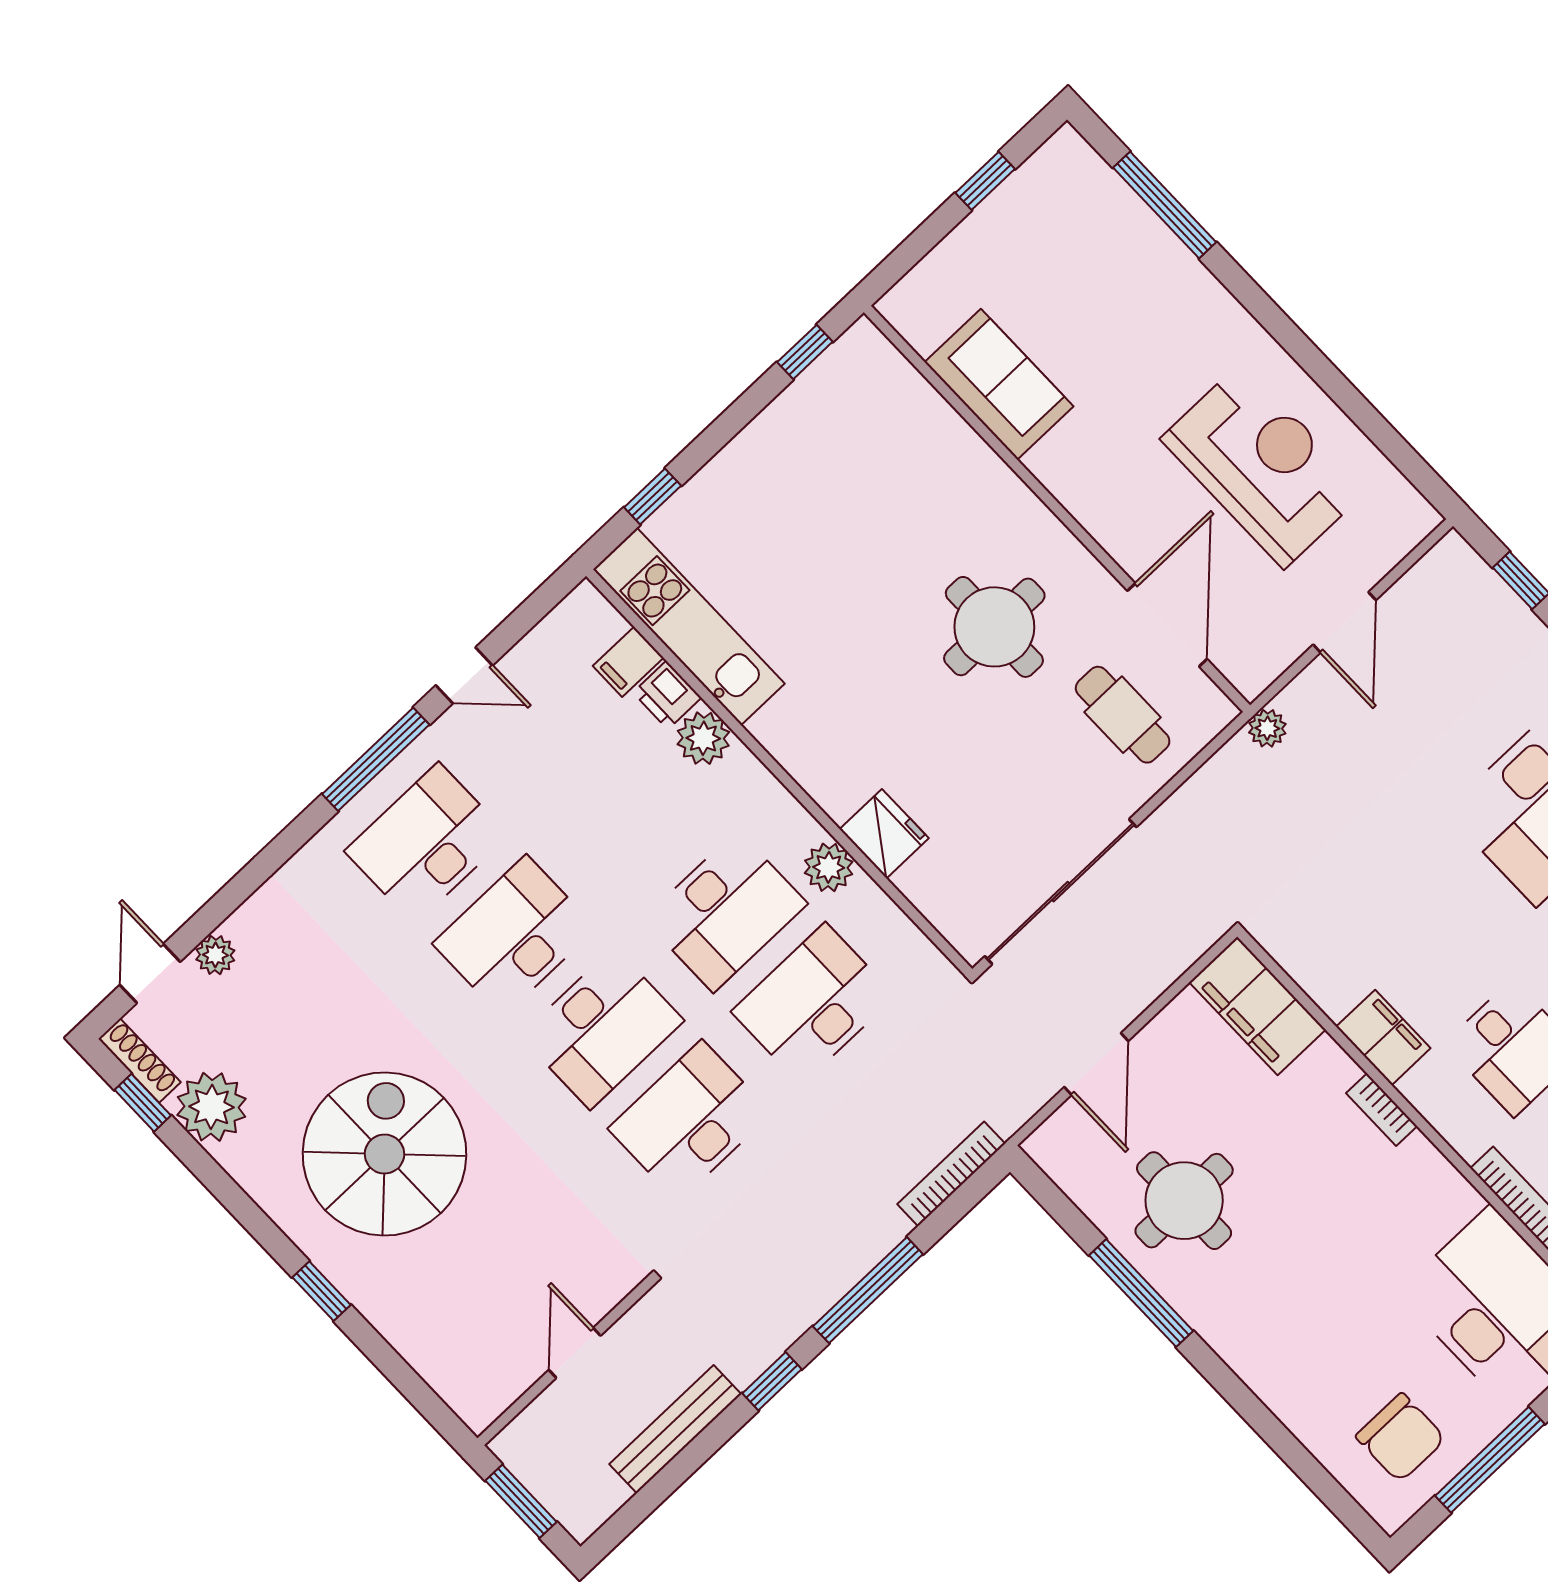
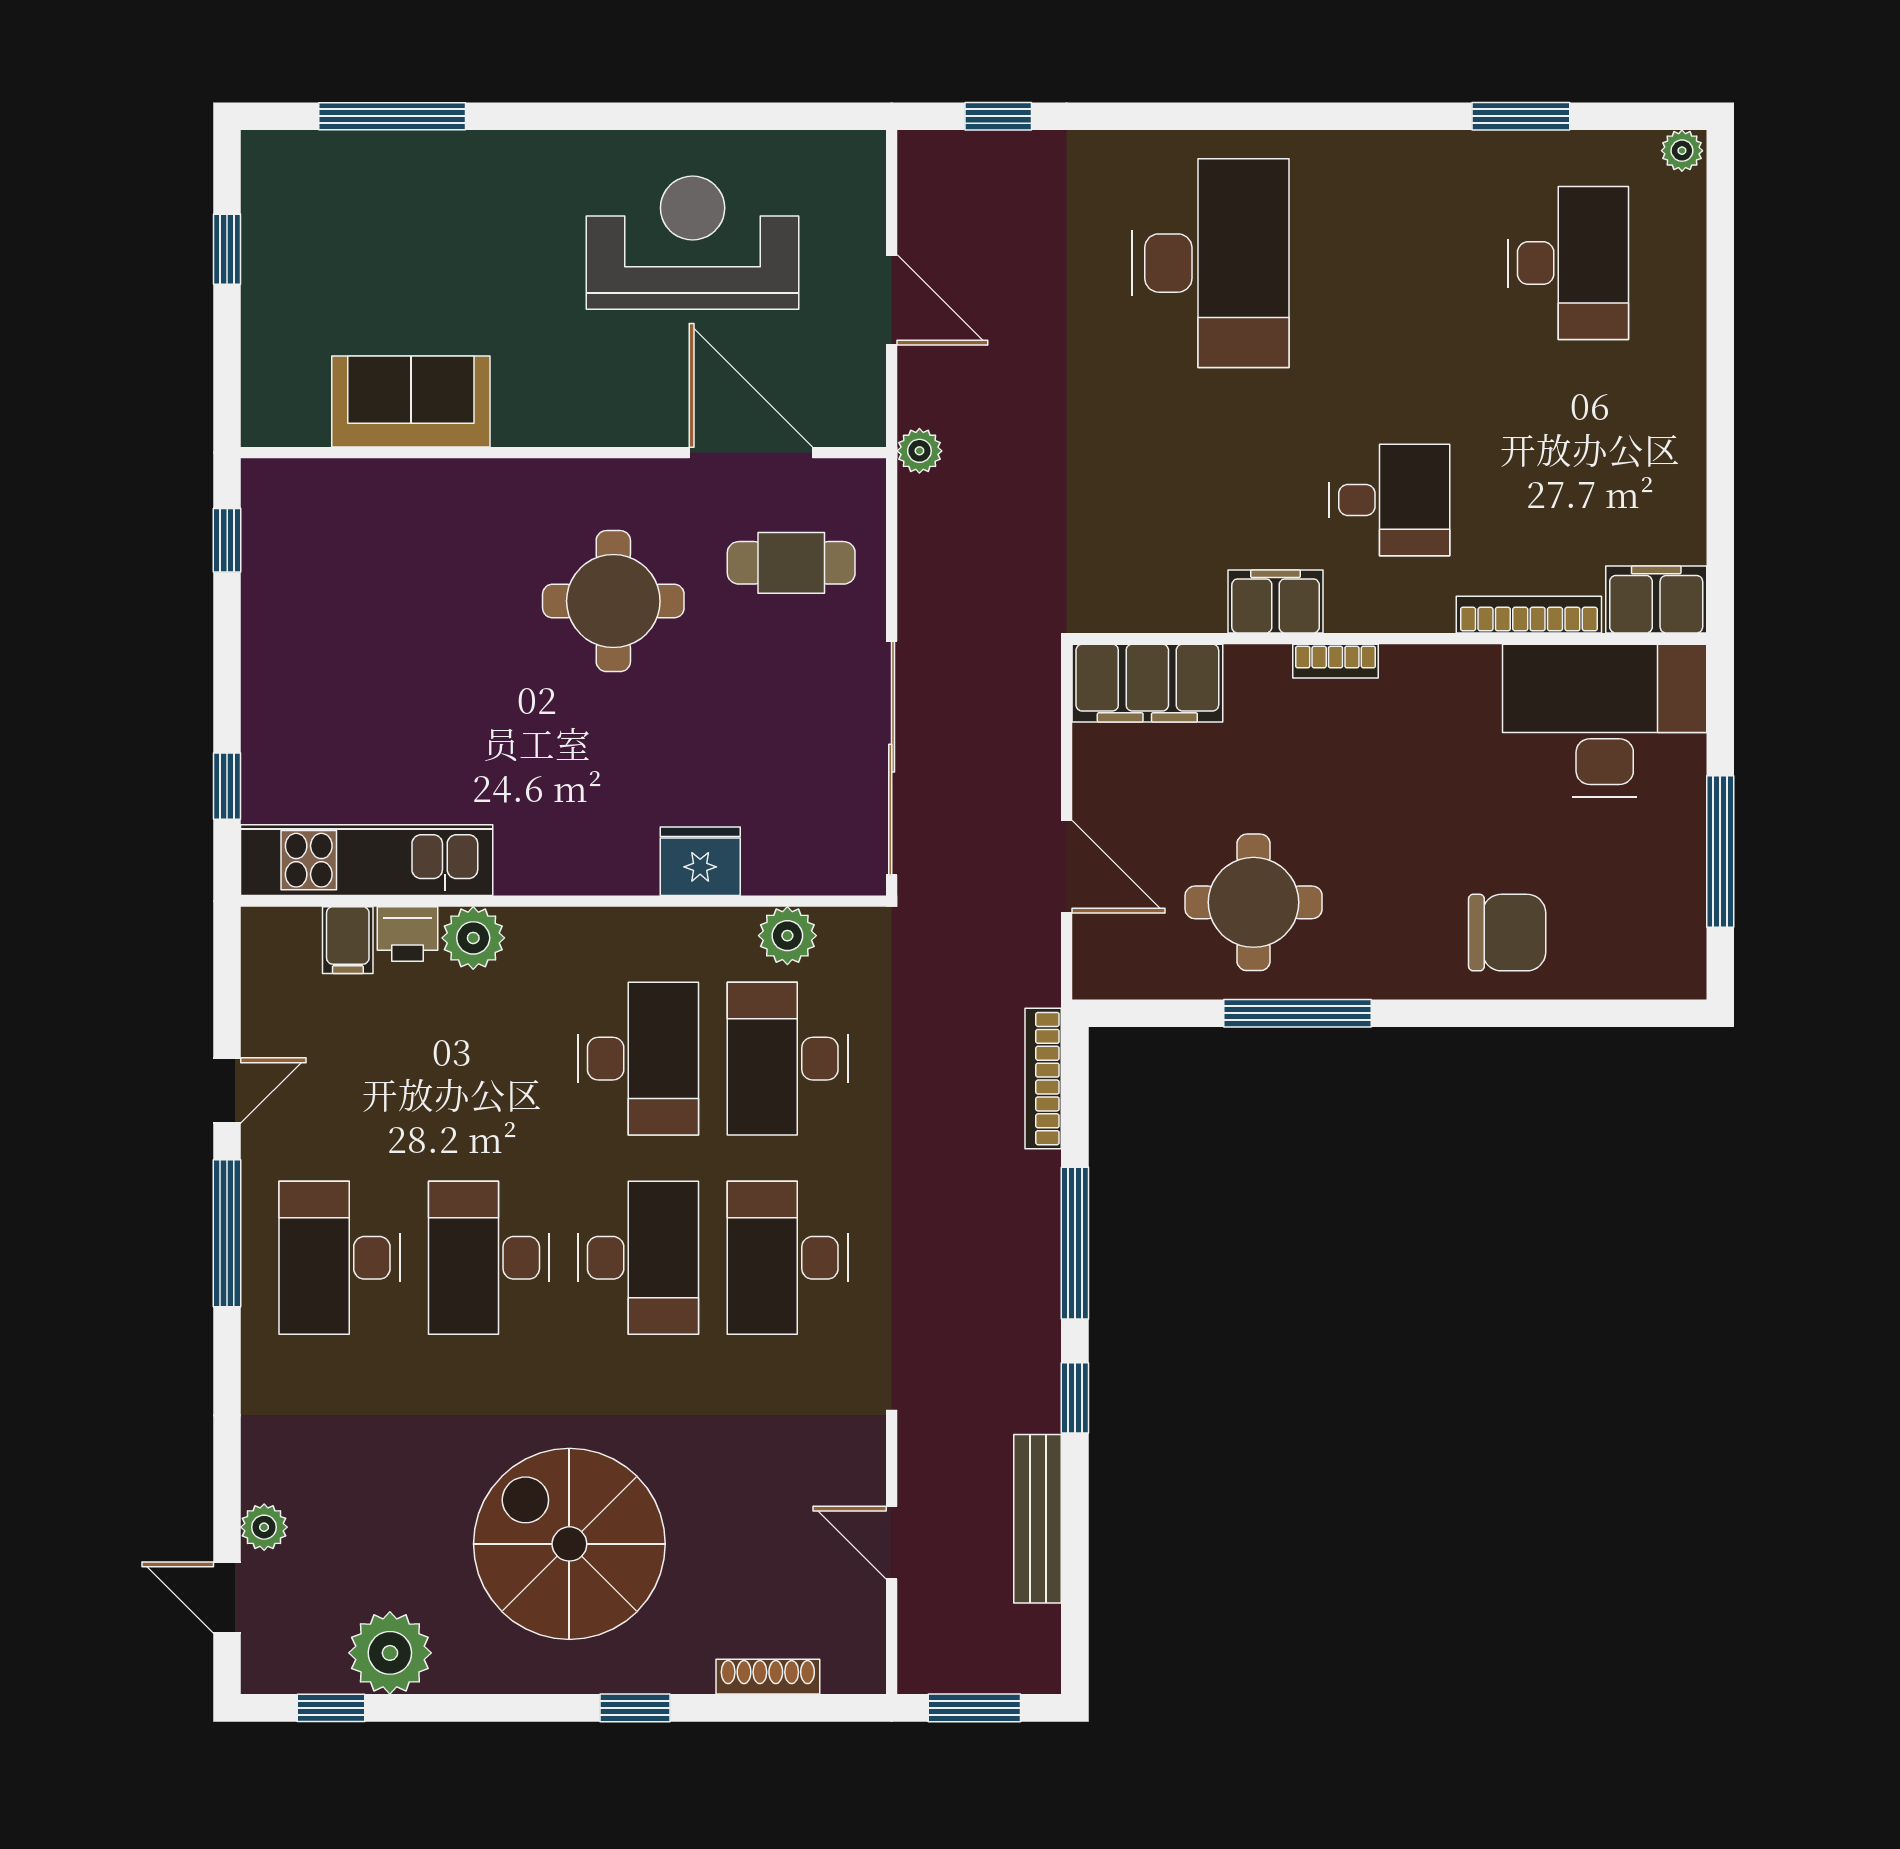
plant: (829, 867) -> (787, 936), moved
shoe rack: (139, 1060) -> (768, 1677), moved
chair: (1401, 1438) -> (1507, 933), moved

